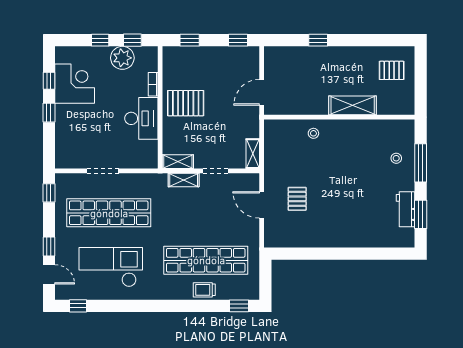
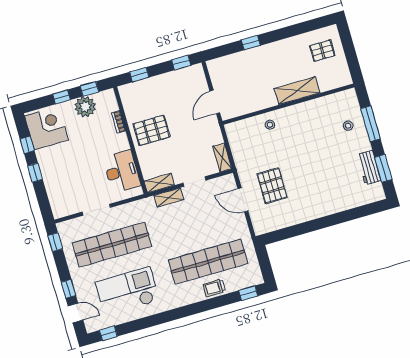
corner desk: (75, 84) -> (47, 128), moved
desk: (141, 118) -> (122, 171), moved
pallet: (297, 199) -> (272, 186), width x1.50, depth x1.42

